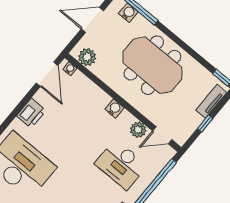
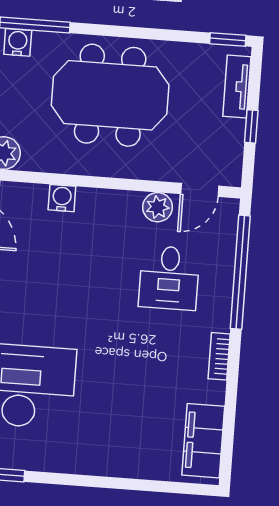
water cooler: (114, 109) -> (62, 198), moved
desk: (121, 164) -> (169, 278), width x0.73

